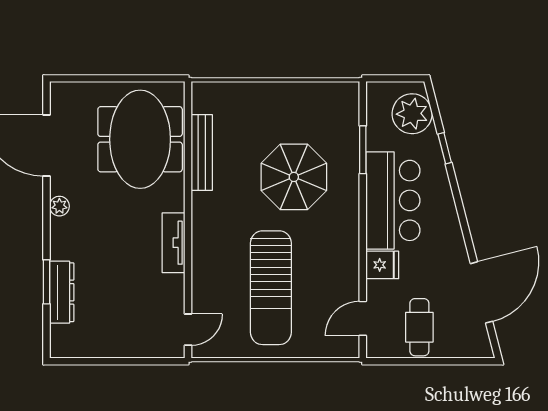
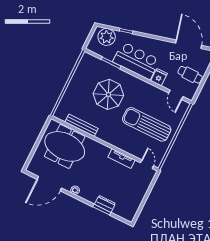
tv unit: (173, 243) -> (121, 159), moved
sun lounger: (271, 288) -> (147, 124), turned 180
dresser: (62, 292) -> (105, 204), width x0.70

